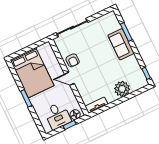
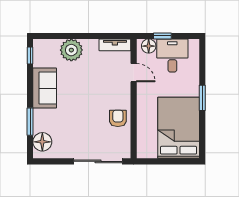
floor lamp: (113, 23) -> (42, 142), added
sofa: (121, 44) -> (45, 88), moved
door: (69, 79) -> (134, 73), moved

